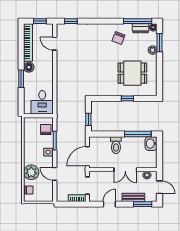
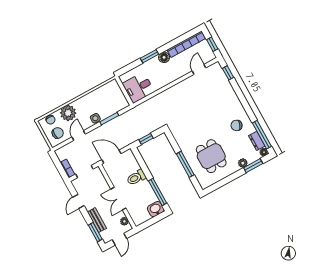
window: (127, 98) -> (185, 164), width x2.17
chair: (46, 130) -> (58, 133), moved
door: (109, 204) -> (78, 201), swing flipped

